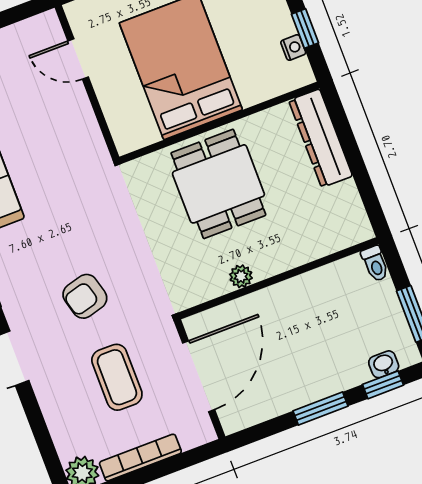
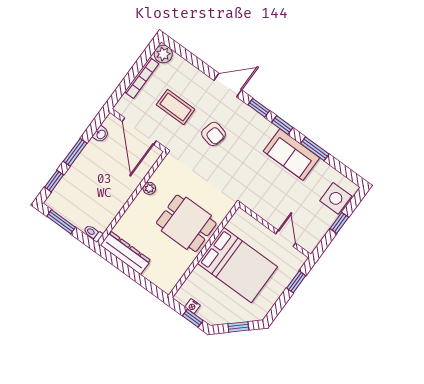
door: (78, 59) -> (286, 238), hinge flipped
dresser: (321, 138) -> (126, 253), moved
armchair: (85, 296) -> (213, 134), turned 119
washbasin: (384, 364) -> (101, 134), moved

